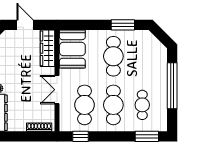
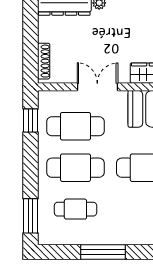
window: (172, 86) -> (103, 252), width x0.68

